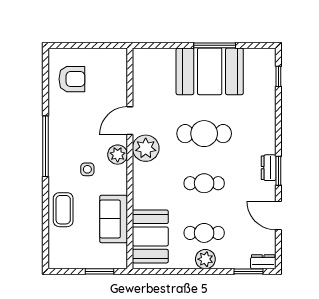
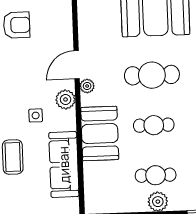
plant: (146, 148) -> (87, 86), width x0.53, depth x0.53
sofa: (114, 219) -> (64, 165), width x1.36
booth: (150, 236) -> (100, 133), moved

